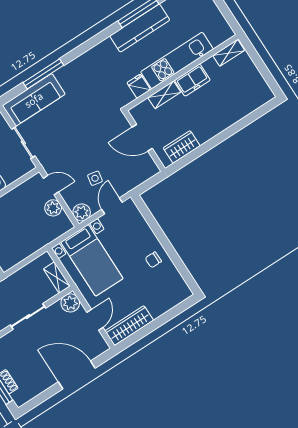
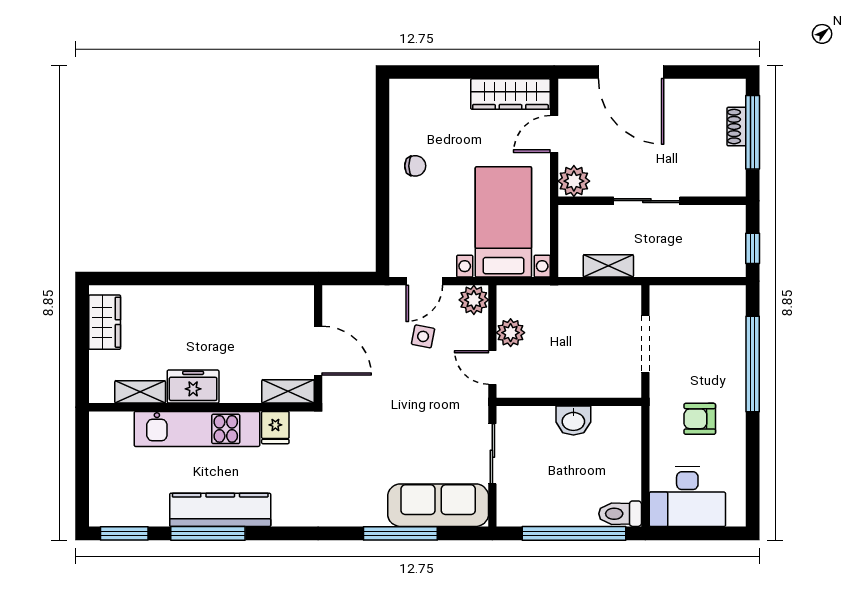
shelving: (229, 53) -> (140, 392), moved
shelving: (164, 95) -> (288, 391), moved
wardrobe: (182, 147) -> (105, 322), moved, turned -90
shelving: (57, 277) -> (608, 266), moved, turned 90

